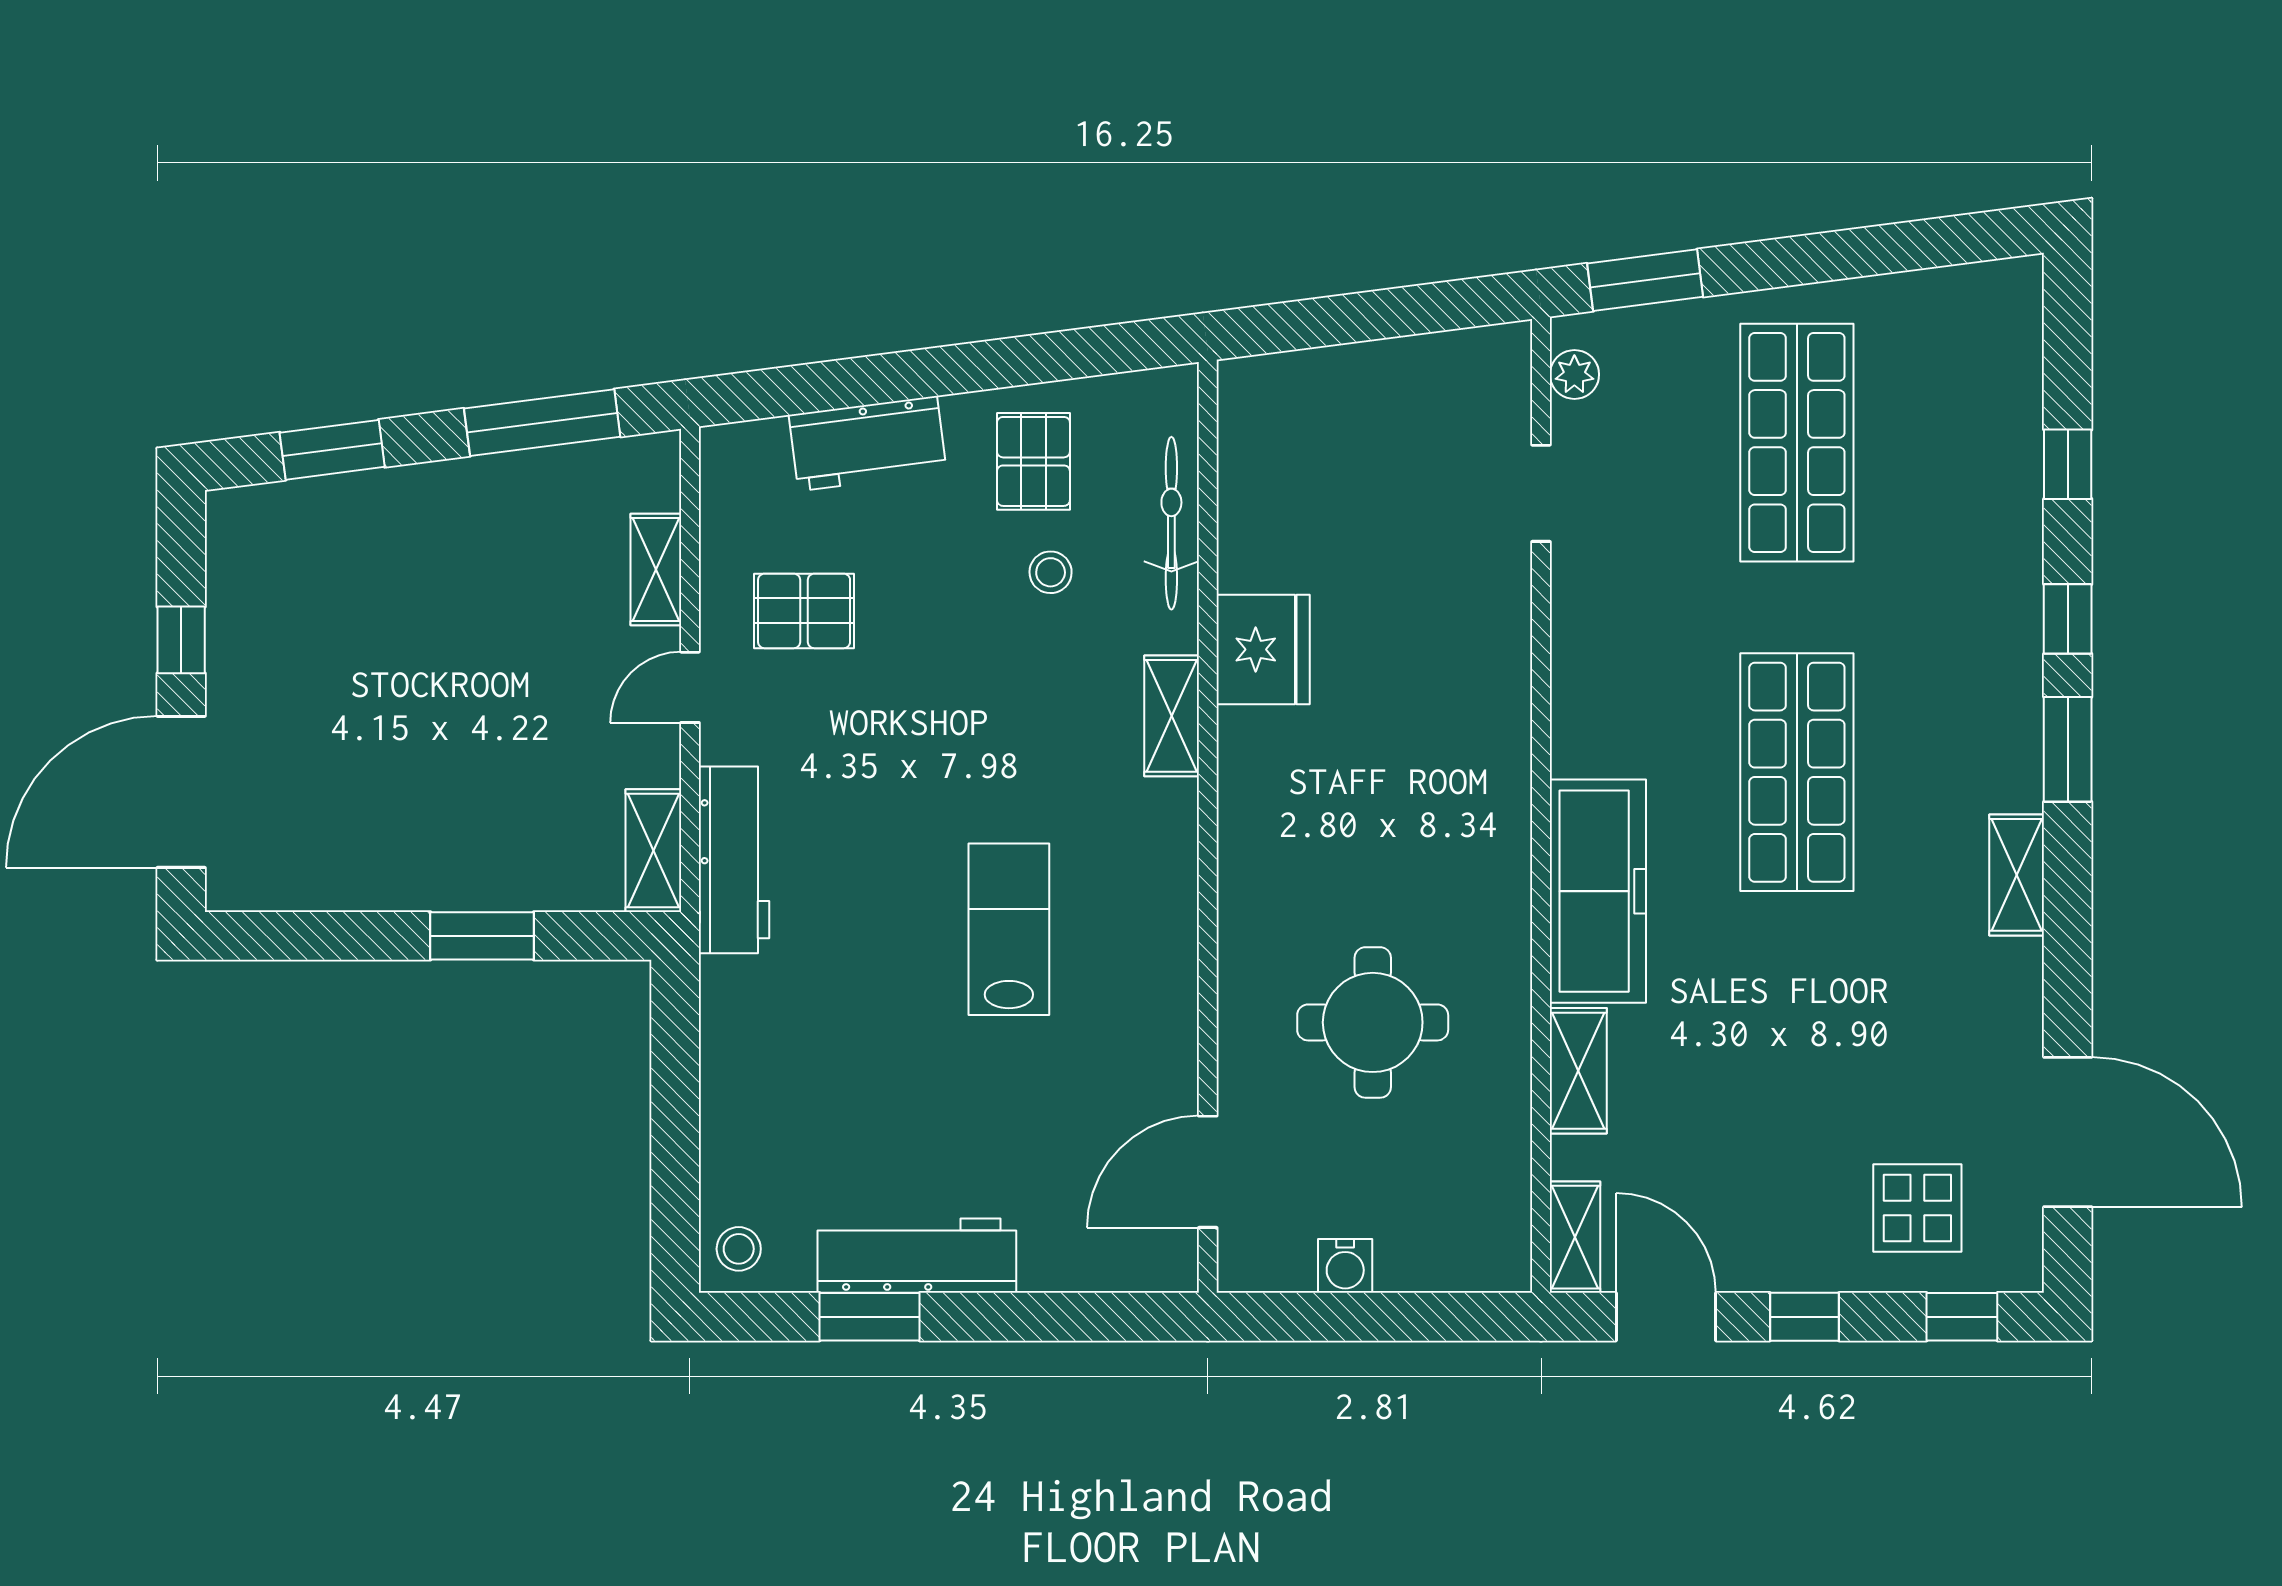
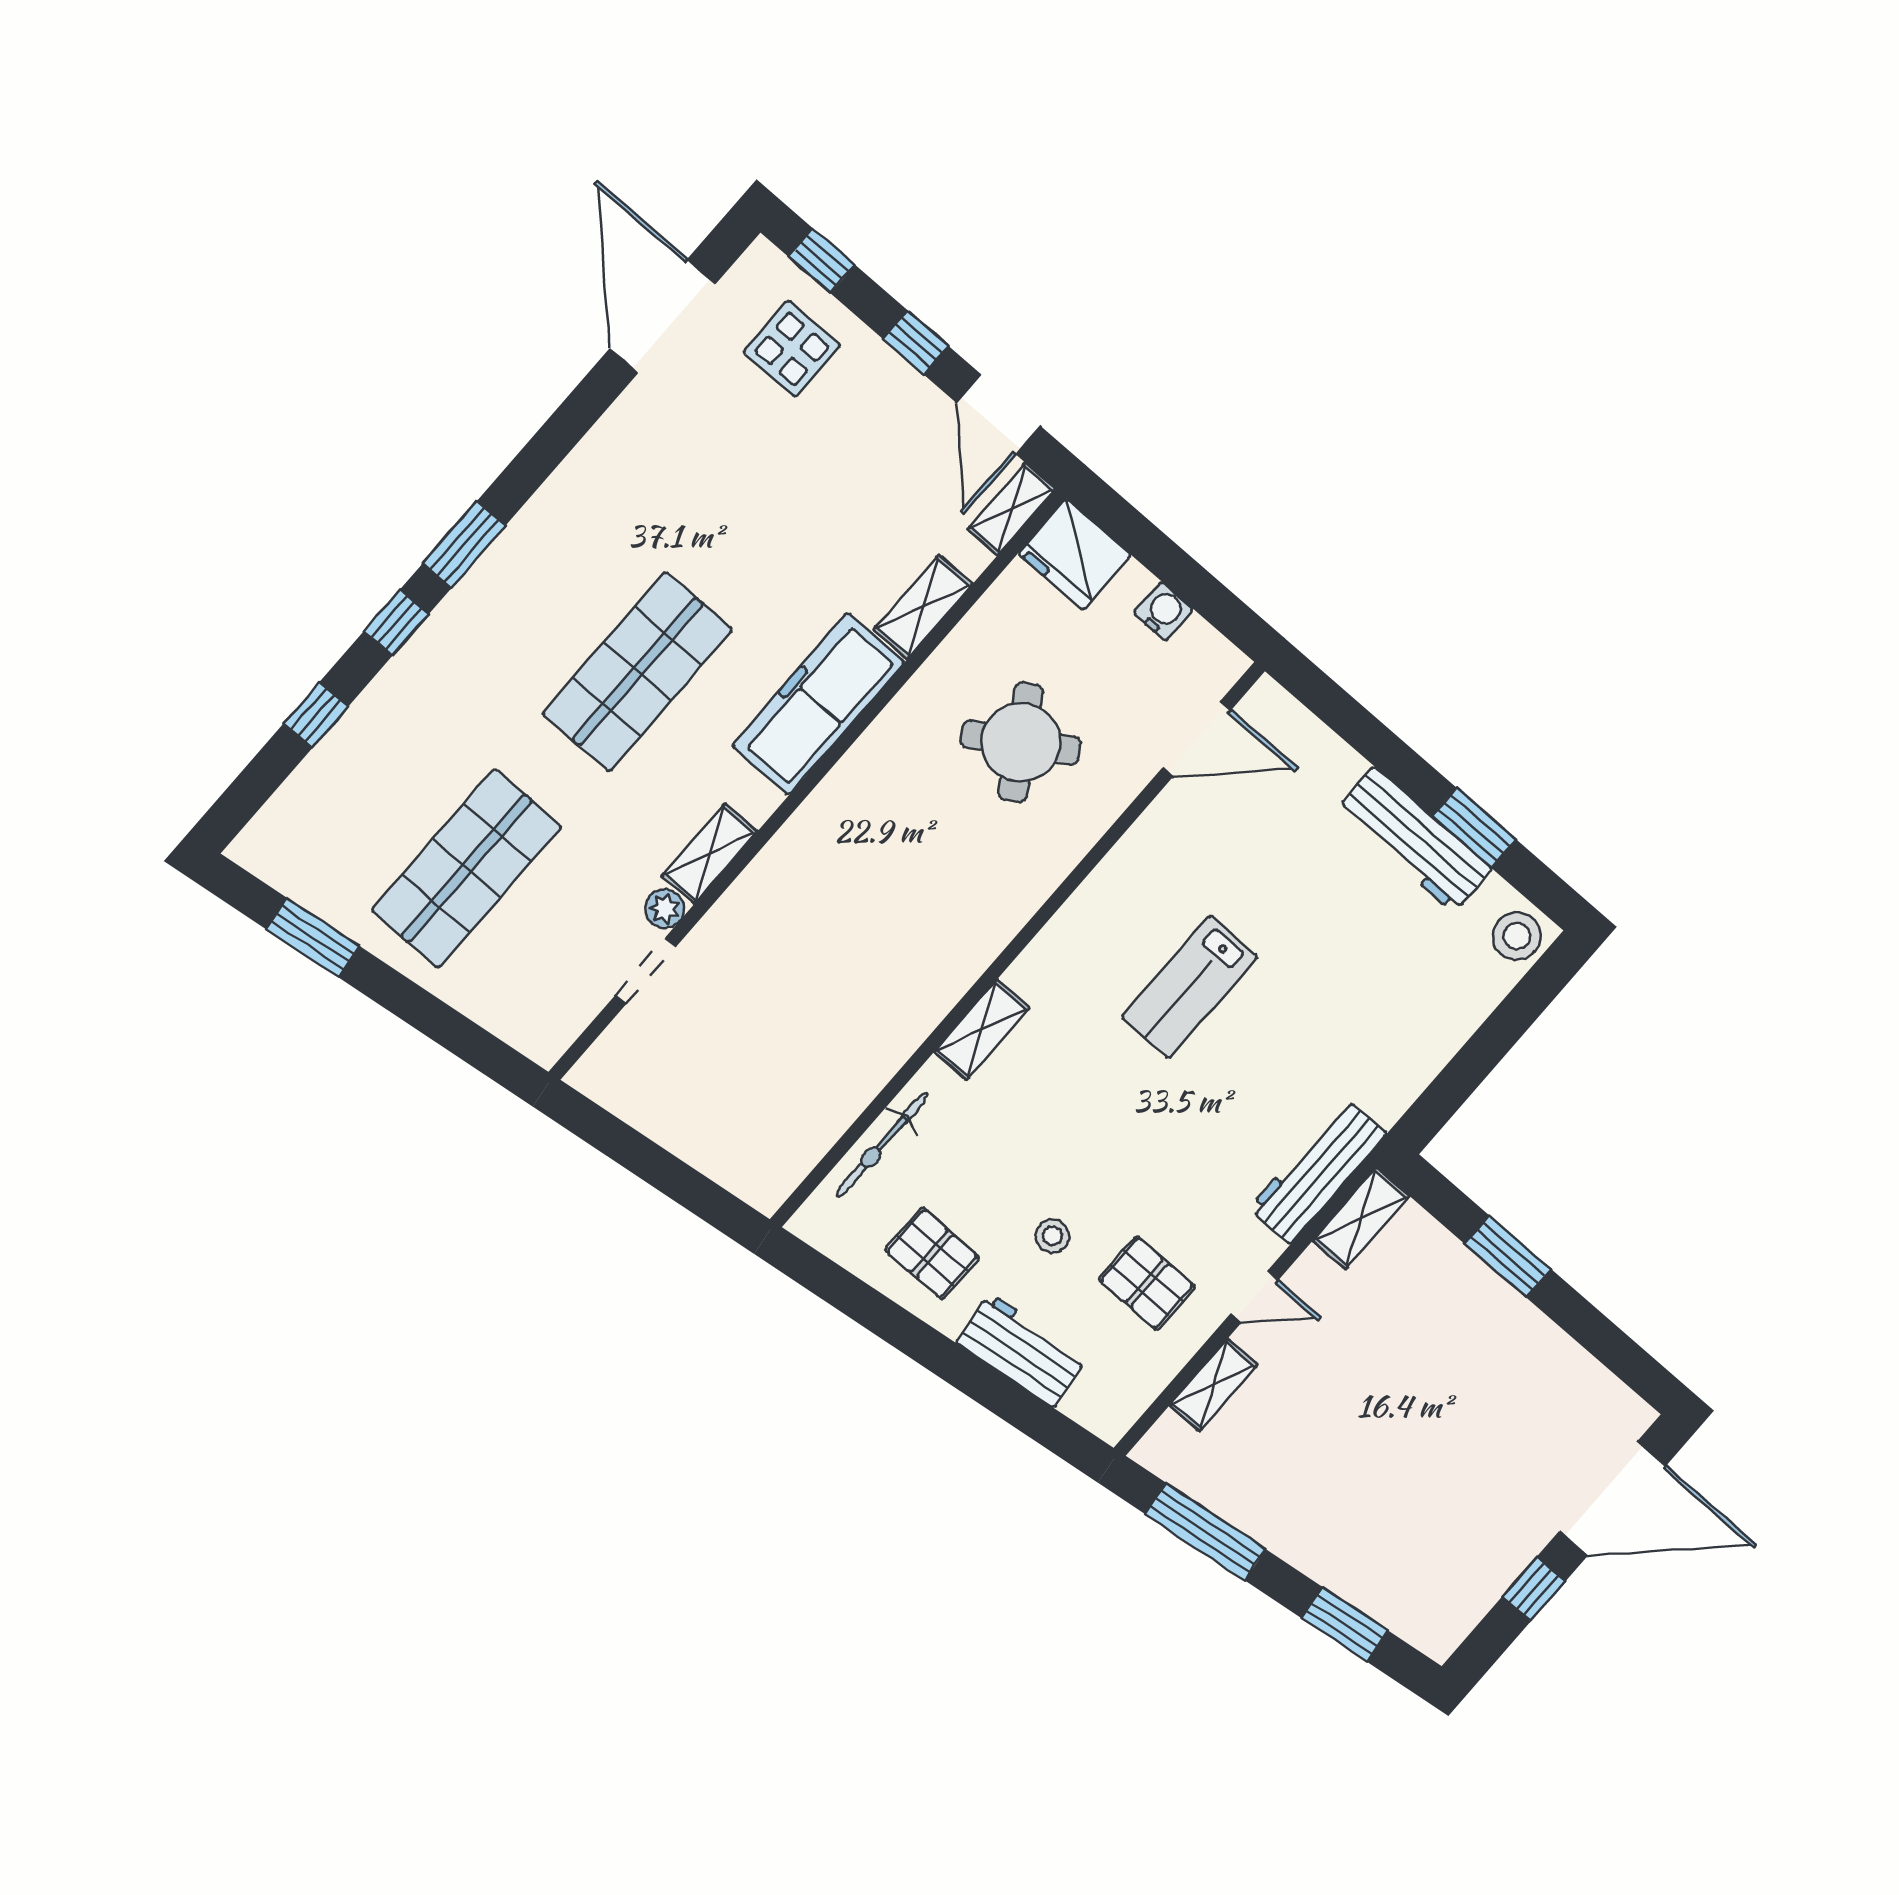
window: (1645, 280) -> (313, 938), moved
plant: (1574, 374) -> (665, 909), moved
pallet: (1033, 461) -> (932, 1253), turned 90
stool: (1051, 572) -> (1052, 1236), moved
fridge: (1263, 649) -> (1075, 554), moved, turned -90
shelving: (2017, 875) -> (710, 854), moved
round table: (1373, 1022) -> (1021, 742), turned -32
stool: (739, 1249) -> (1517, 936), width x1.37, depth x1.37

